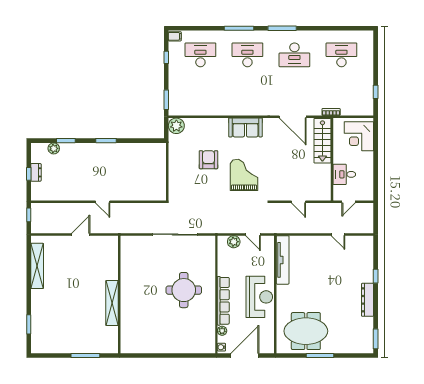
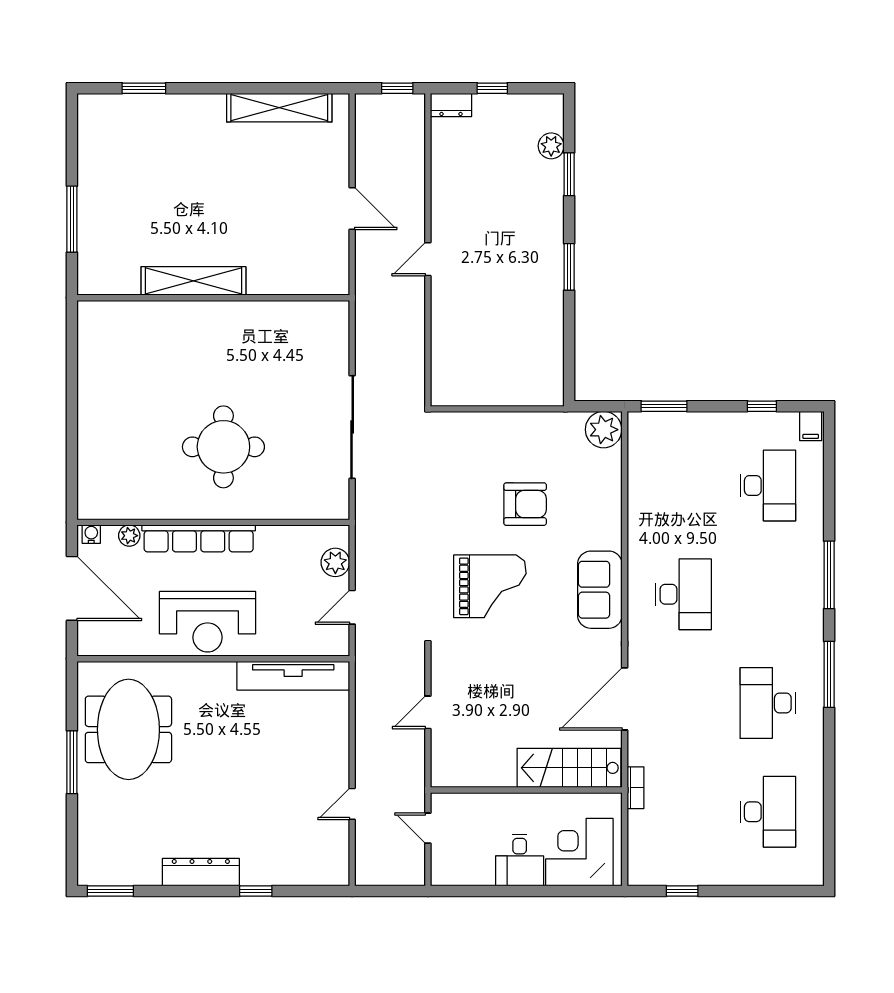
desk: (247, 55) -> (684, 594), moved
dresser: (36, 172) -> (451, 105), moved
desk: (344, 174) -> (520, 860), moved, turned 180

